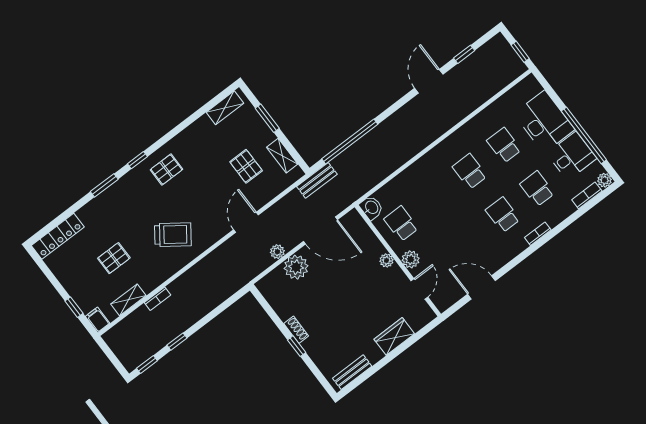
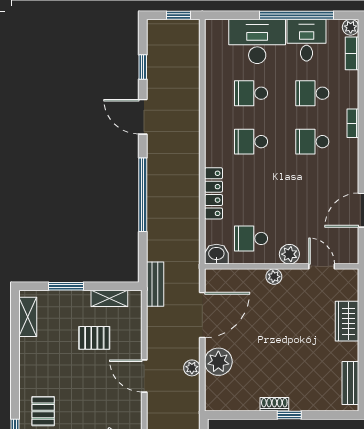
window: (350, 141) -> (143, 195), moved
locker: (413, 173) -> (213, 193), added

